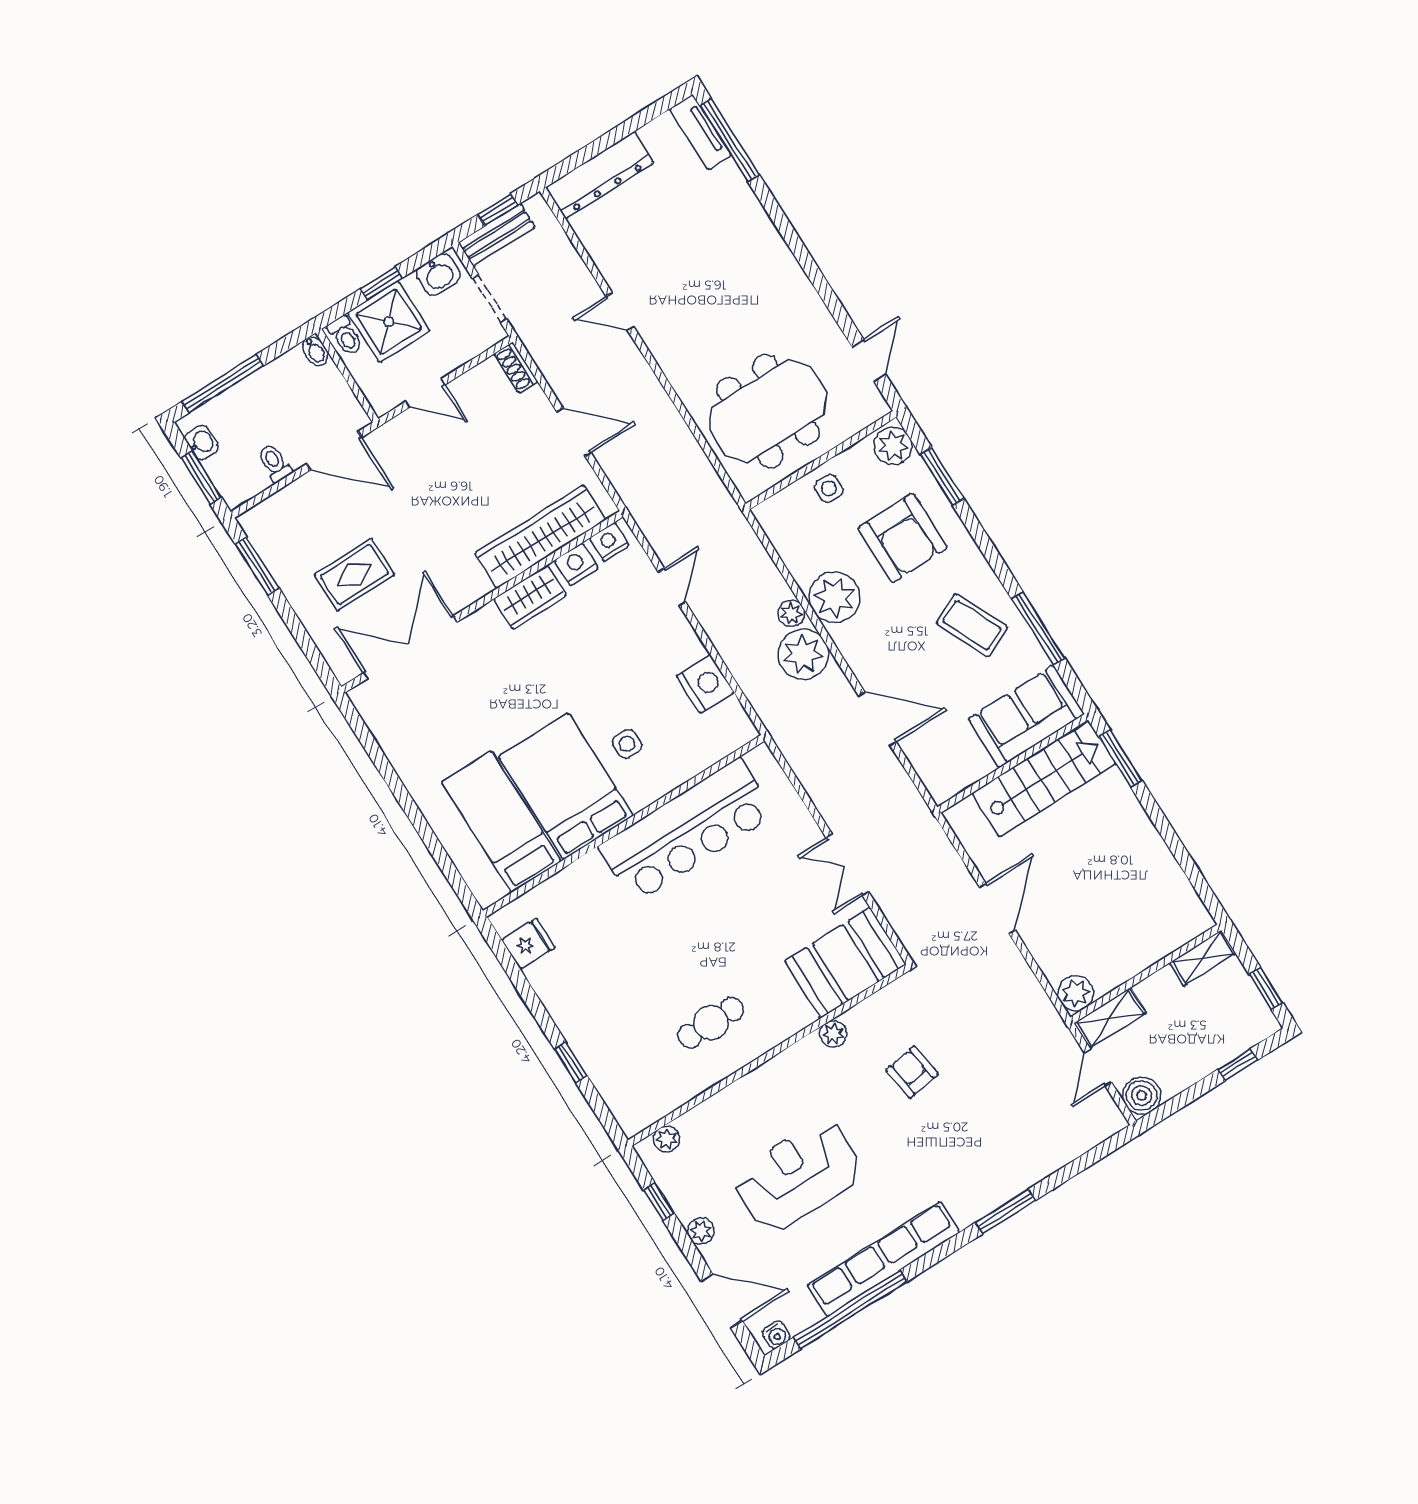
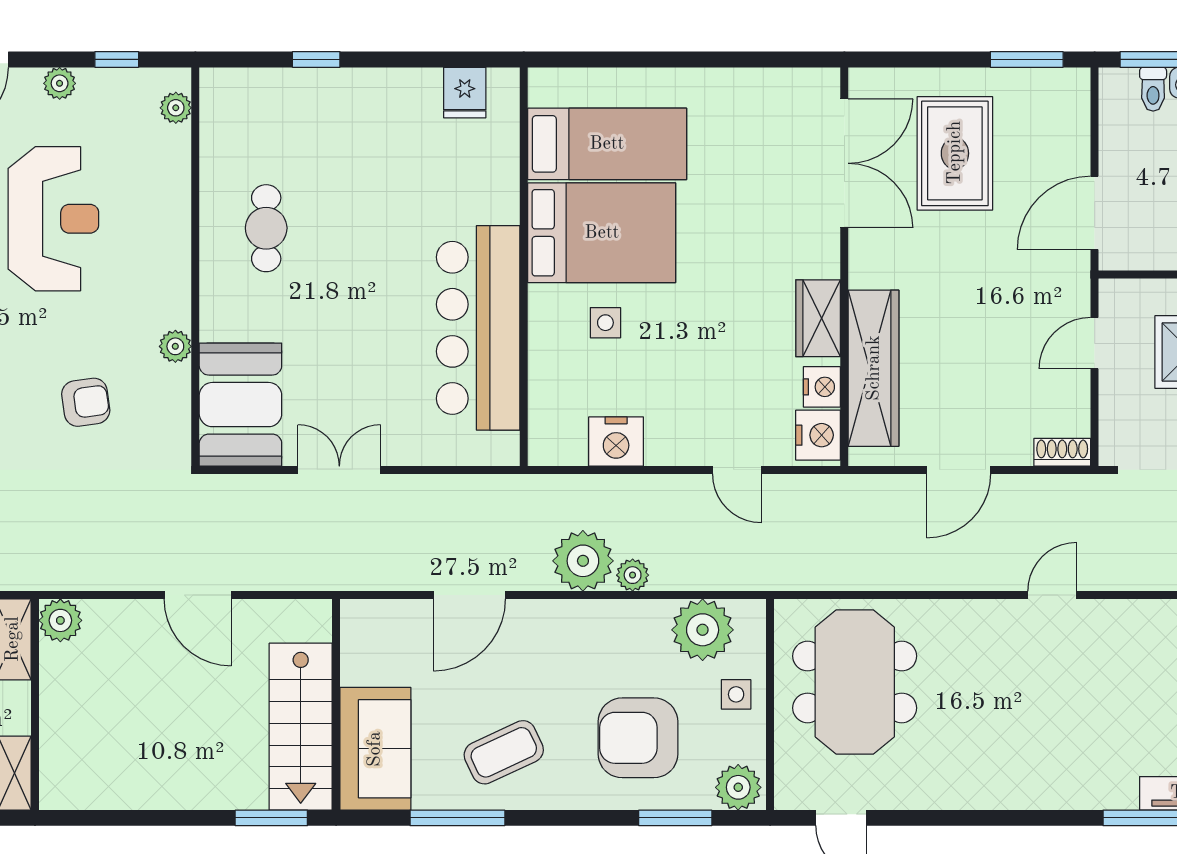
toilet: (275, 463) -> (1153, 89), moved, turned 90
nightstand: (609, 542) -> (818, 435), width x1.36, depth x1.33
rug: (354, 575) -> (955, 153), width x1.36, depth x1.43
plant: (834, 597) -> (703, 630), moved

